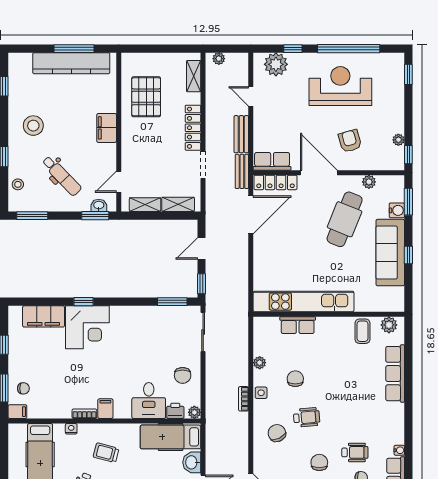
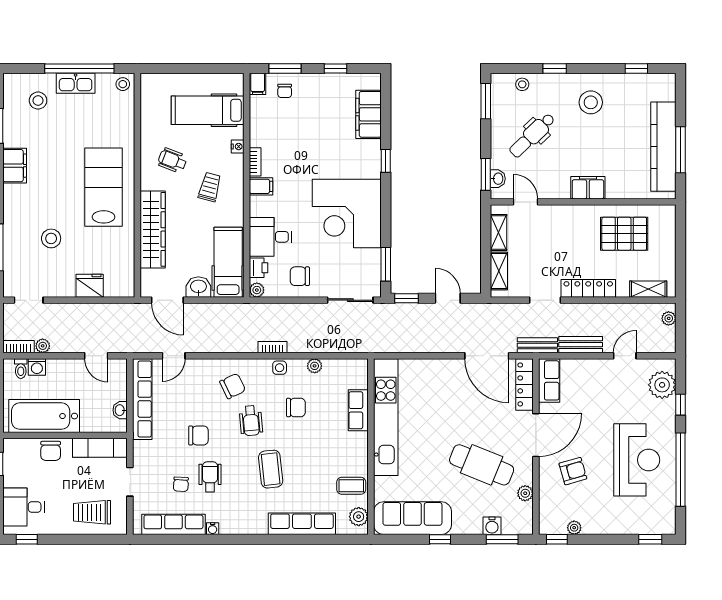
sofa: (390, 253) -> (412, 518), moved
corner desk: (87, 327) -> (347, 214), moved, width x1.36, depth x1.36
coffee table: (348, 400) -> (271, 469), added
wheelchair: (355, 452) -> (210, 477), turned 180

